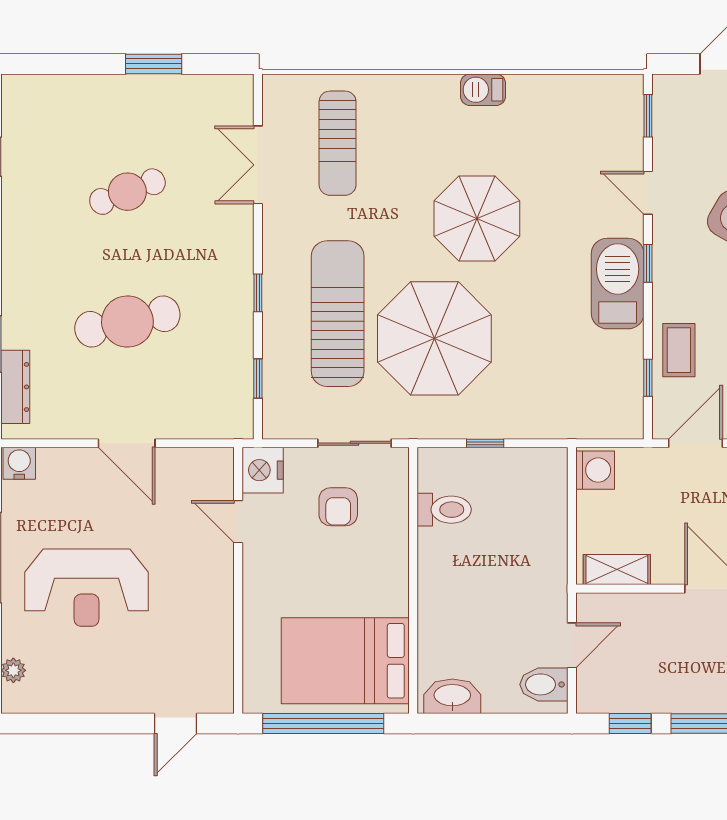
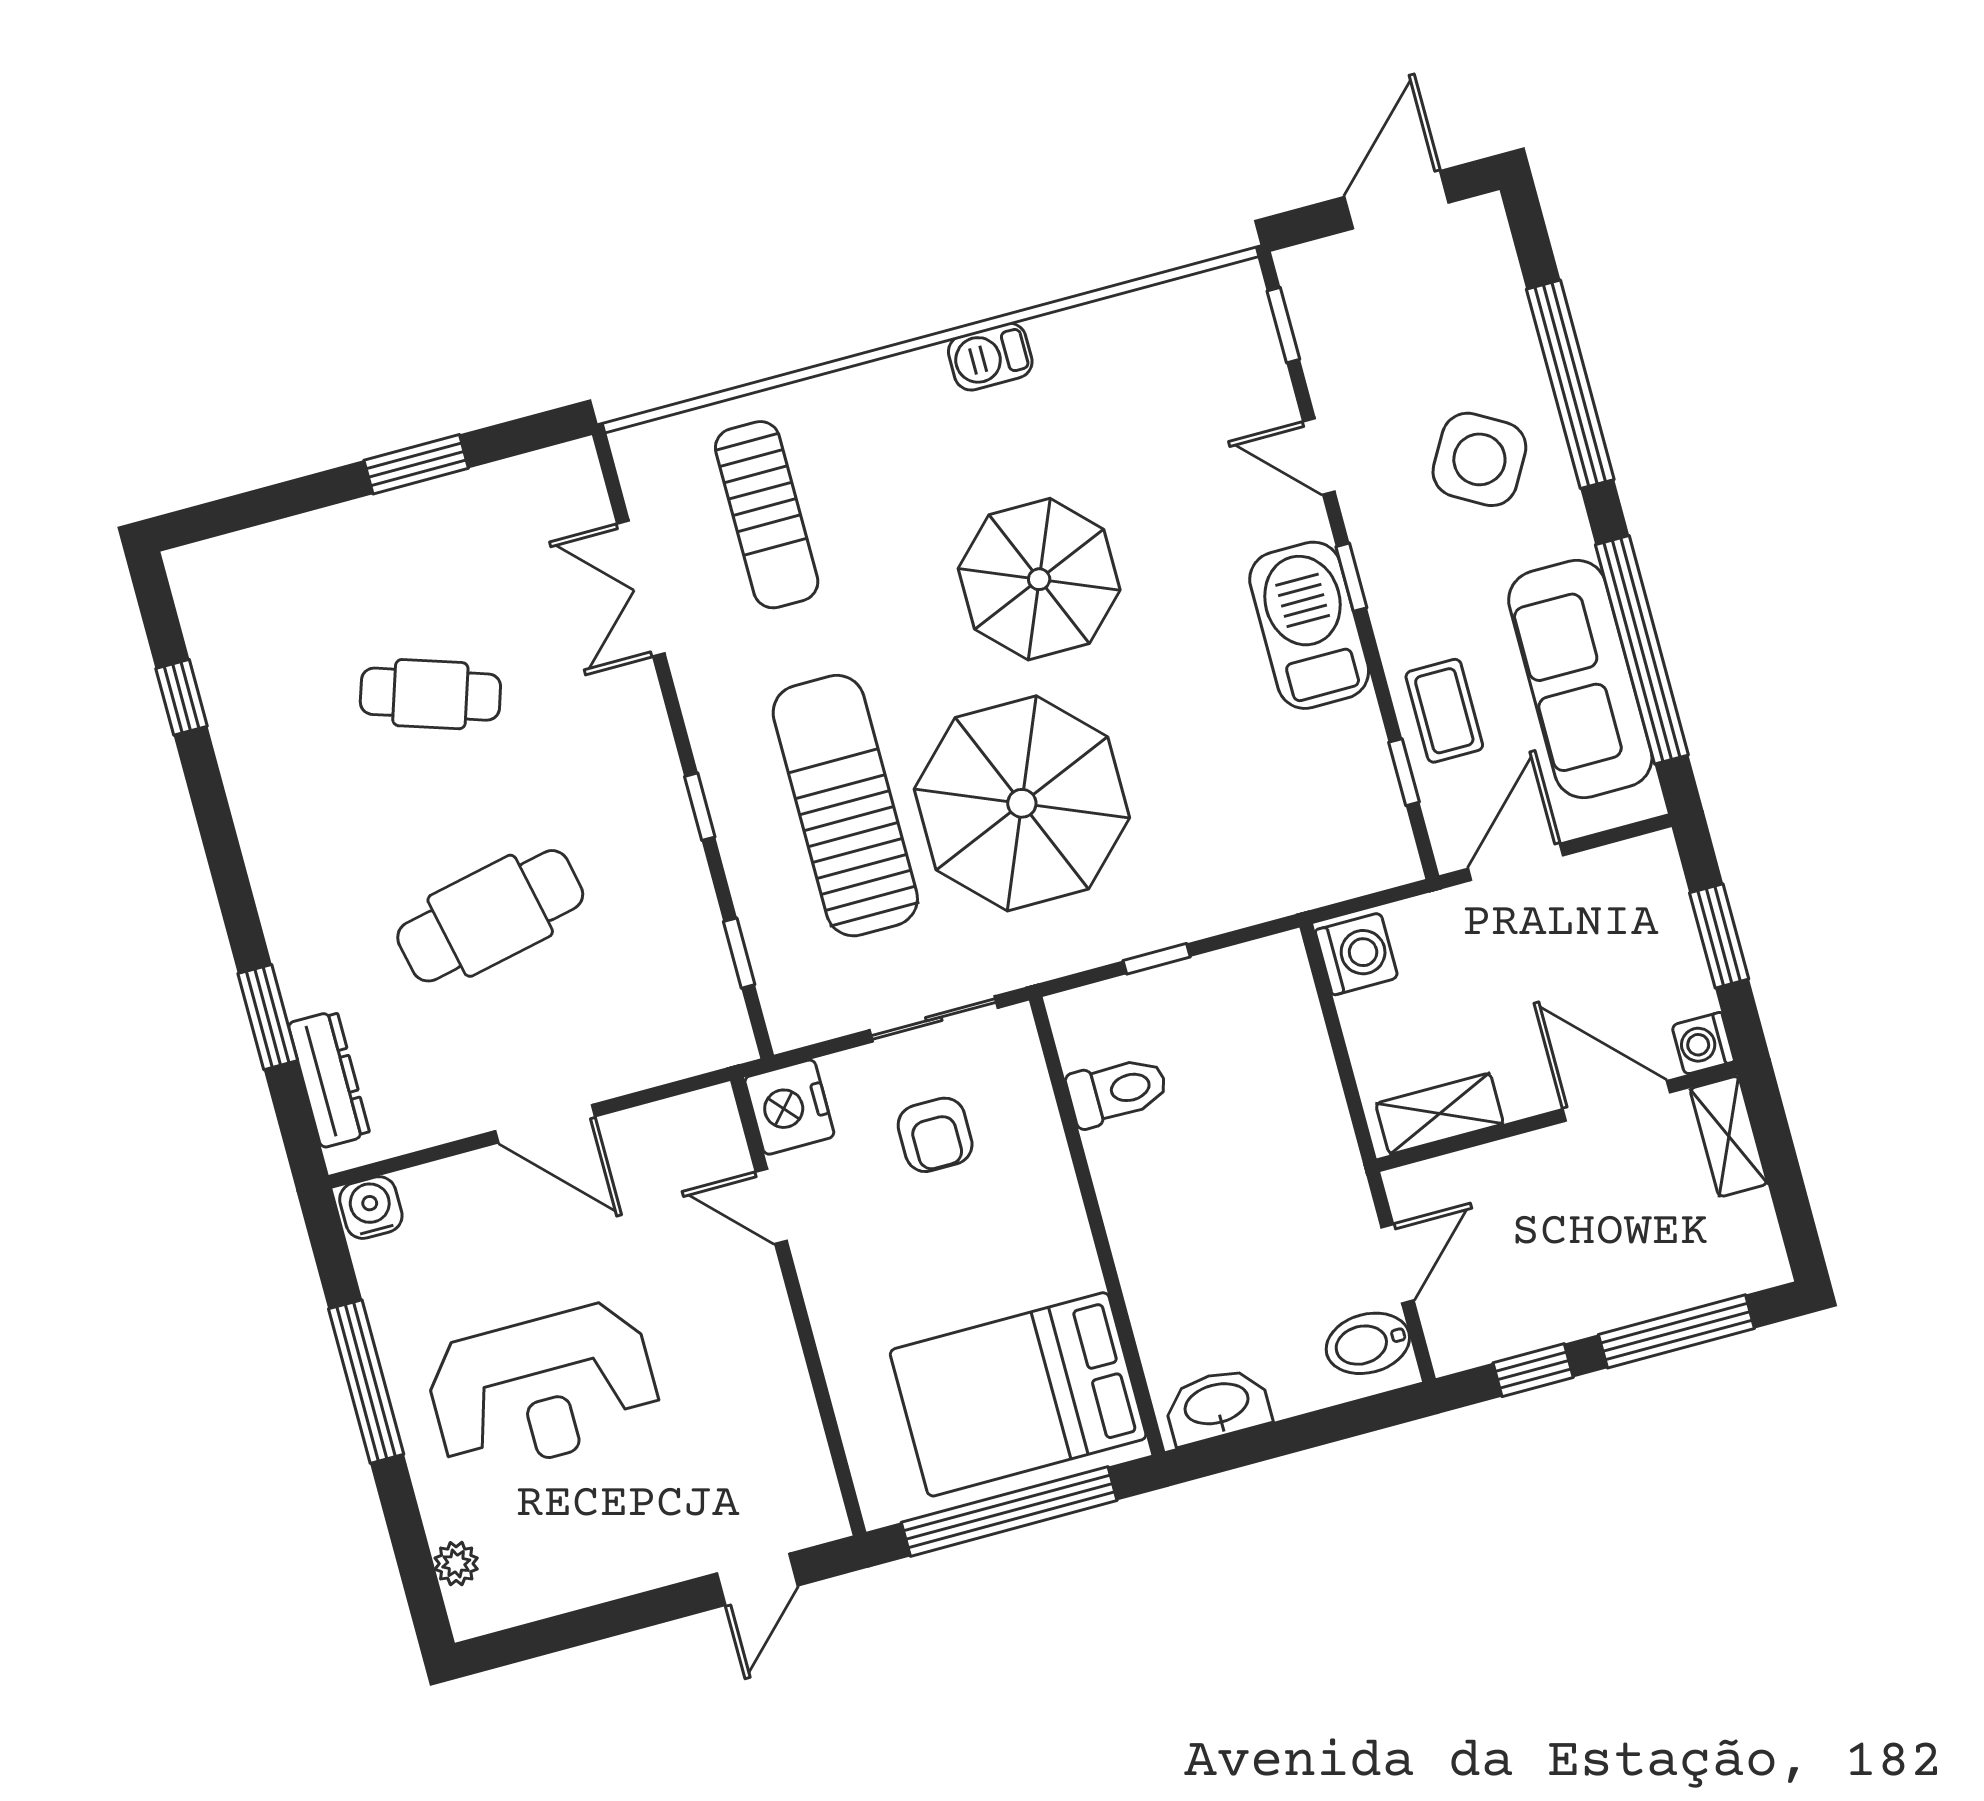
cafe table: (127, 192) -> (430, 694), turned 39

